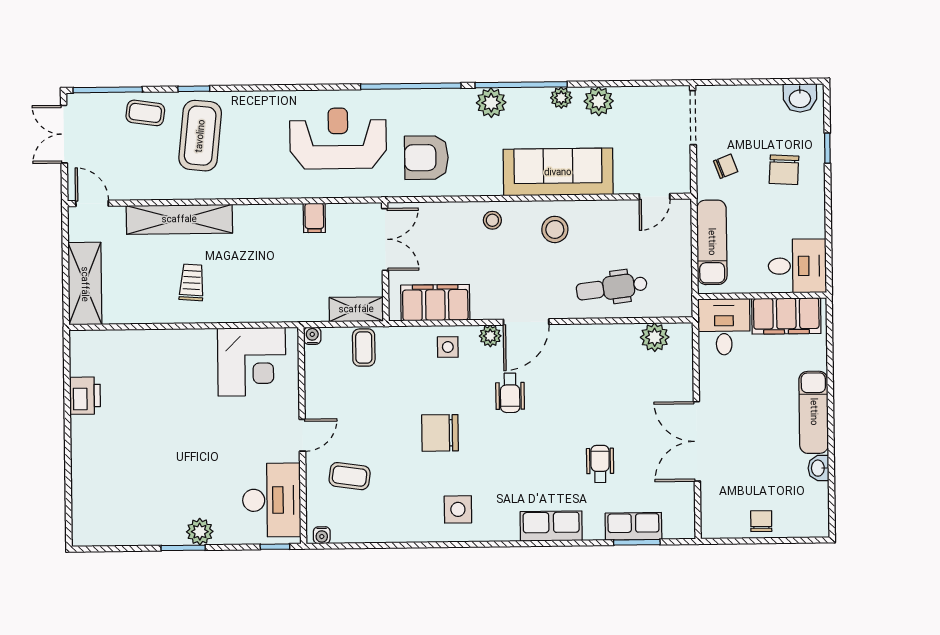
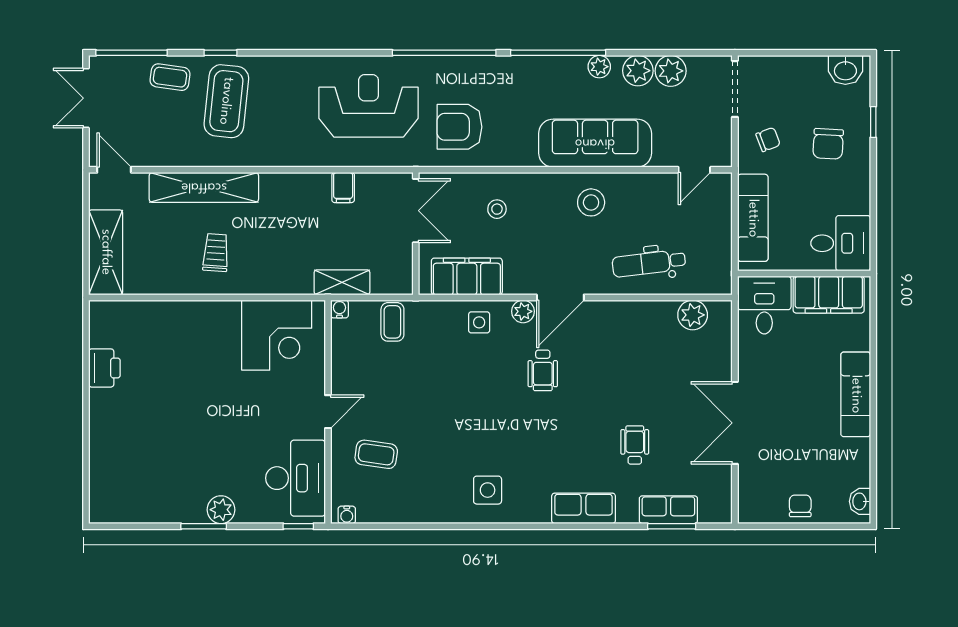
plant: (491, 103) -> (671, 71), moved
stool: (492, 220) -> (497, 209), moved
shelving: (356, 309) -> (342, 282), moved
chair: (440, 433) -> (470, 411), removed
washbasin: (818, 468) -> (860, 501), moved

